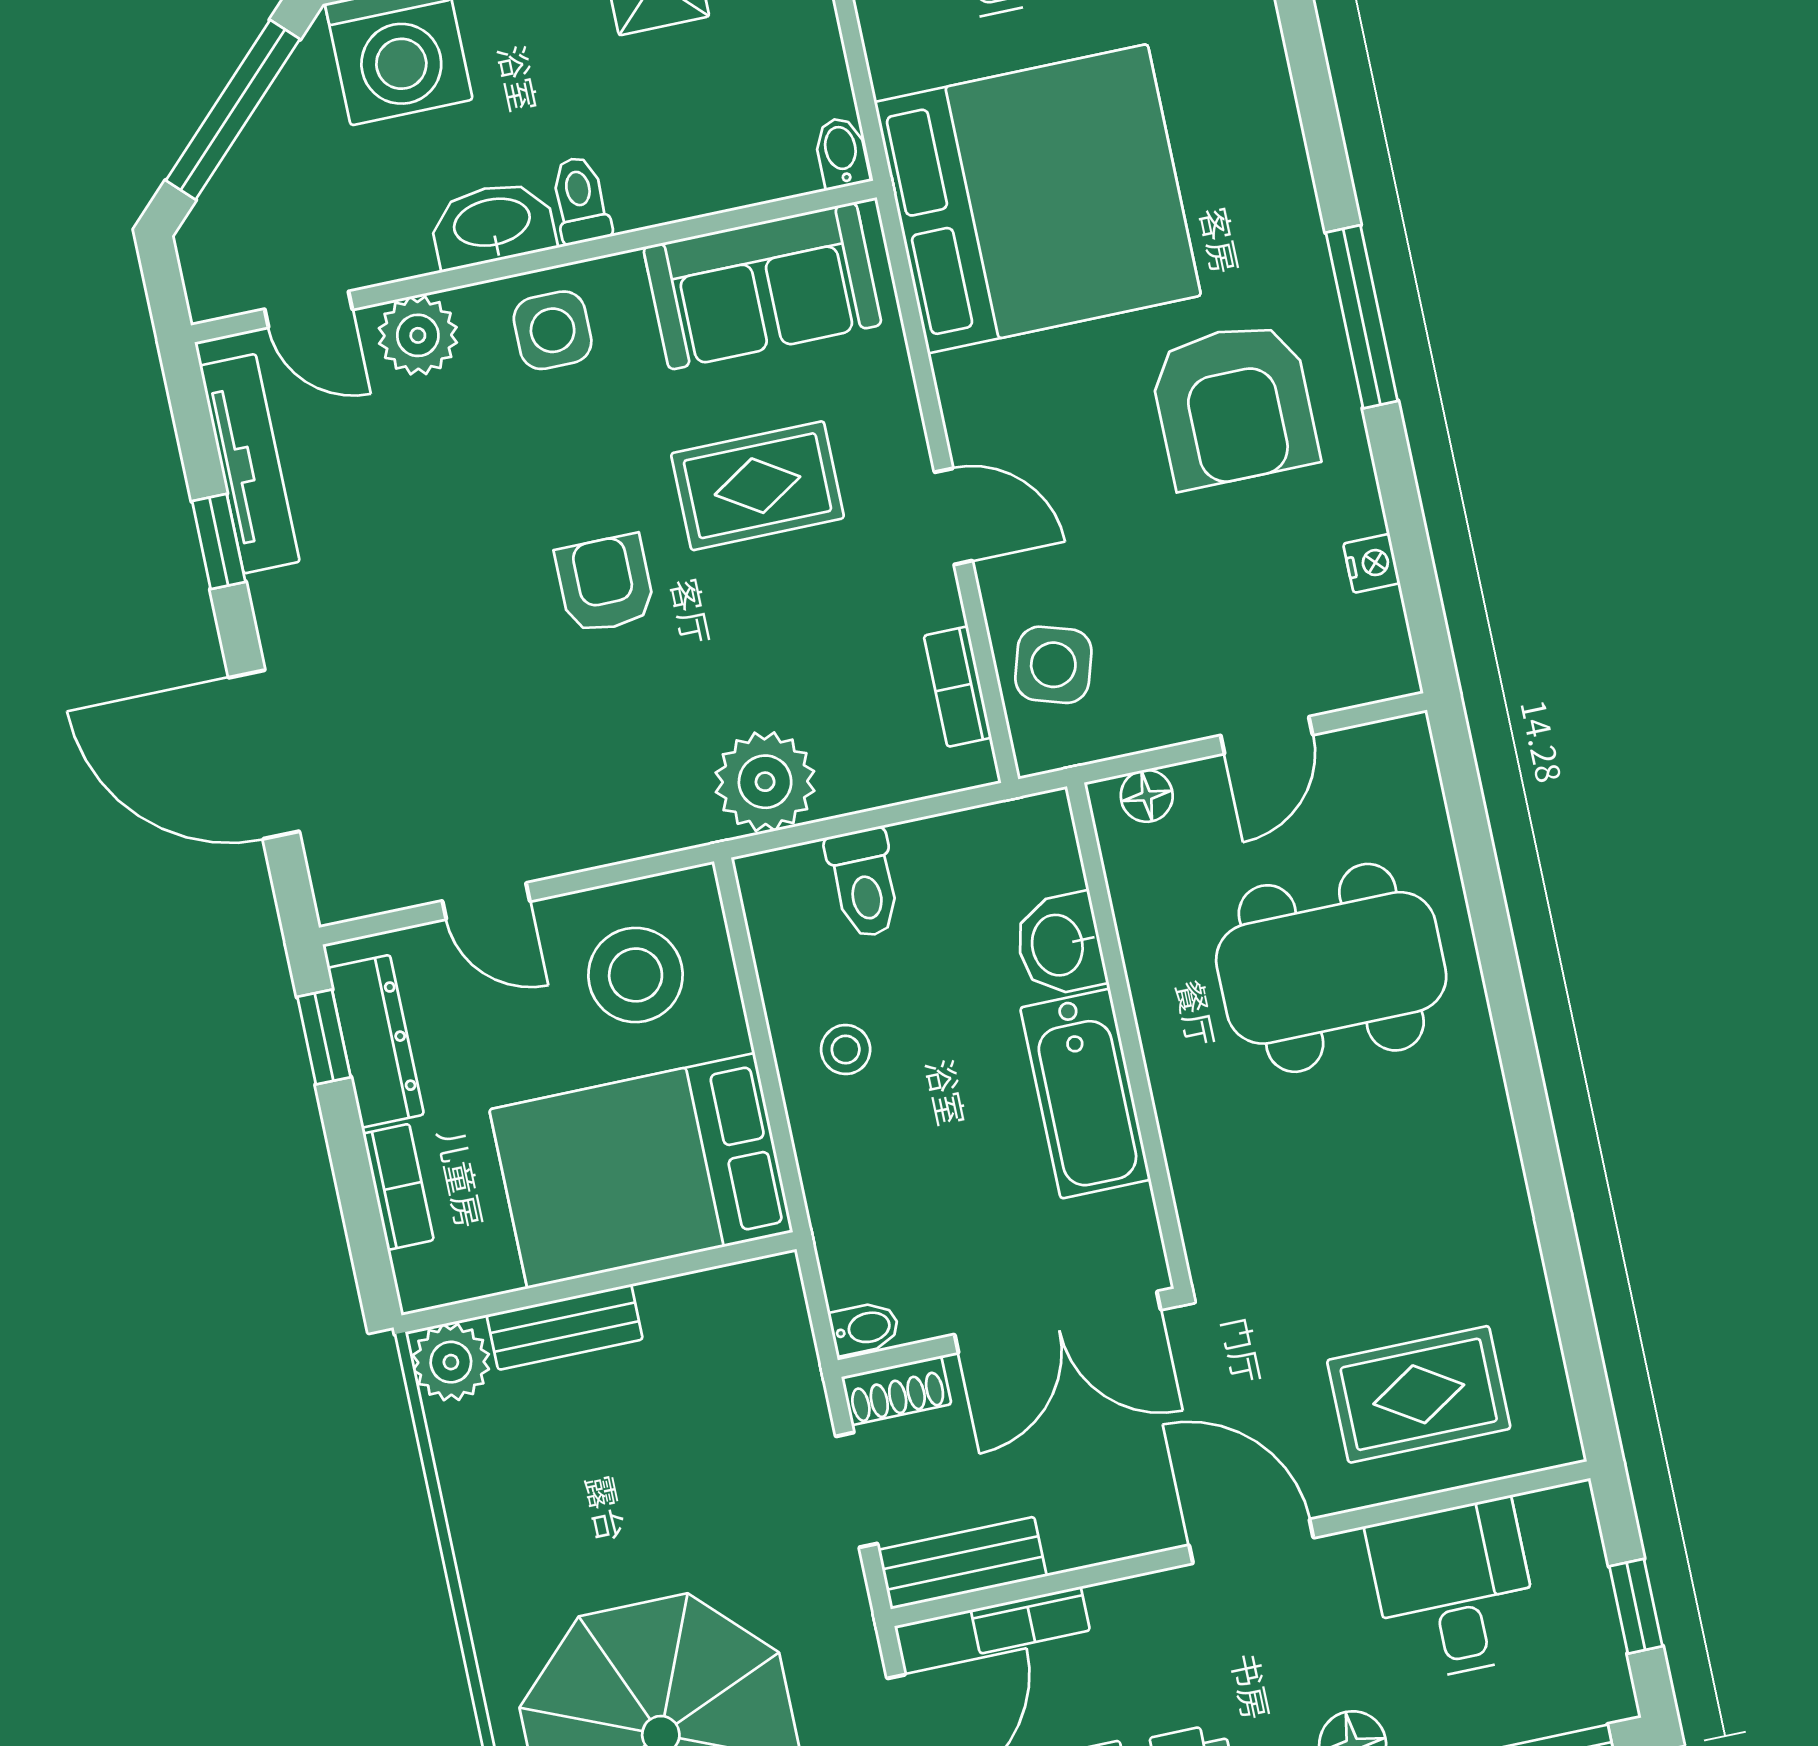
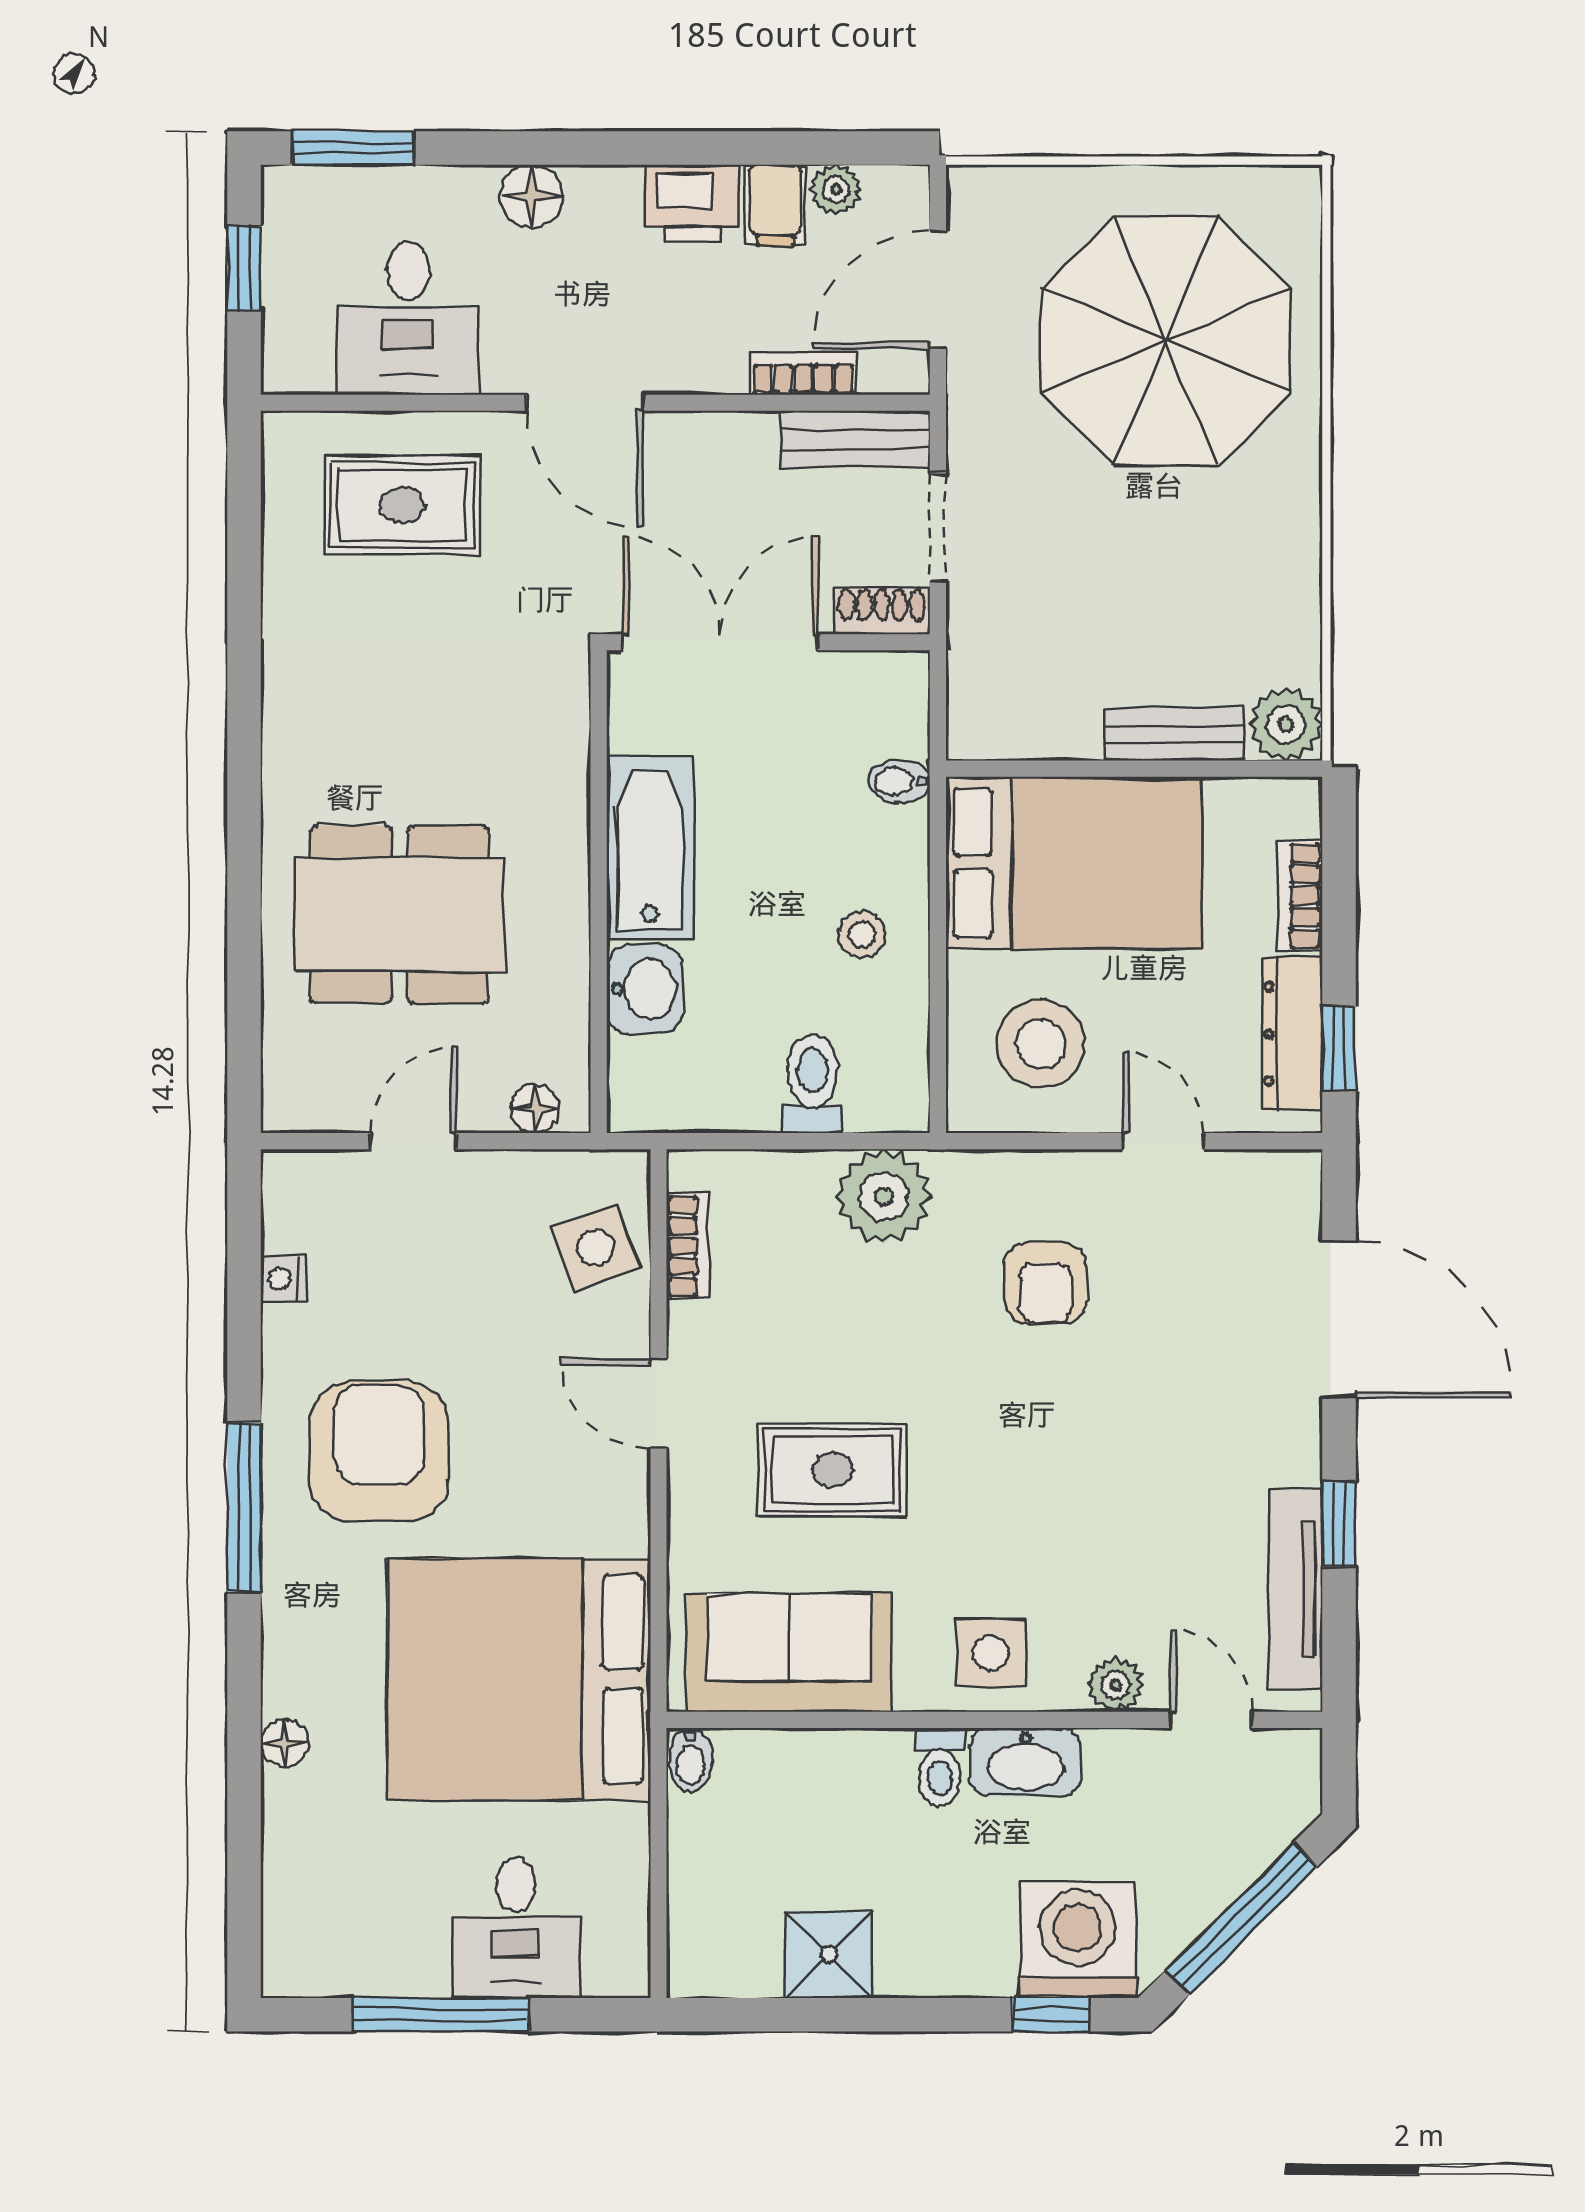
floor lamp: (1267, 80) -> (285, 1743), added
plant: (418, 335) -> (1116, 1685), width x0.73, depth x0.73
armchair: (605, 584) -> (1045, 1283), moved
side table: (1053, 665) -> (596, 1248), turned -37
bidet: (865, 1328) -> (899, 781), moved

